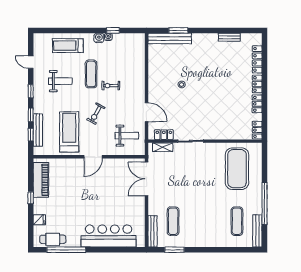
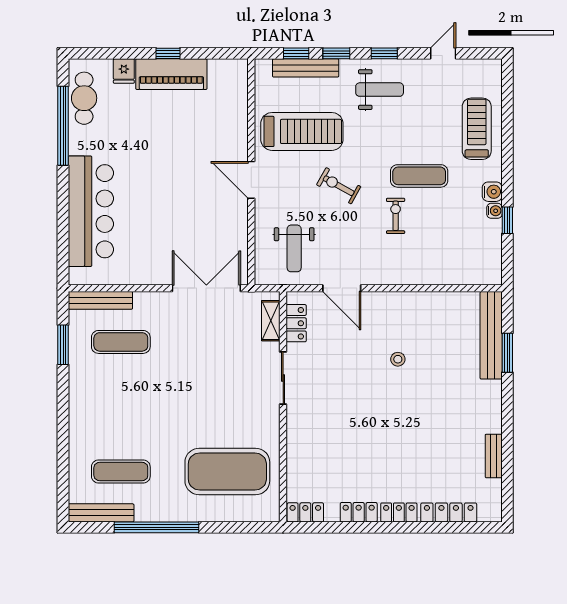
weight bench: (60, 81) -> (380, 90), moved, turned -90
door: (147, 112) -> (342, 288), hinge flipped
piano: (41, 180) -> (171, 74), moved

